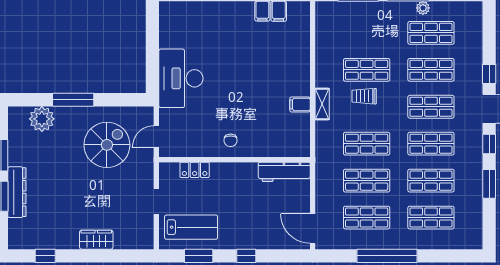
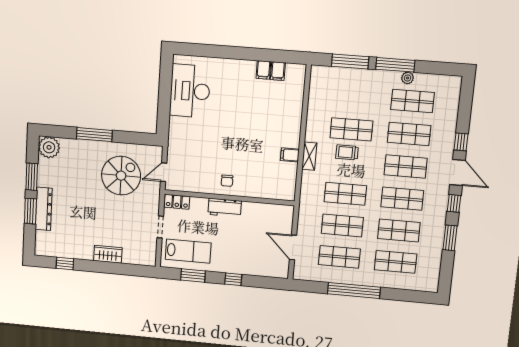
desk: (181, 78) -> (190, 91), moved
plant: (42, 119) -> (49, 147), moved
locker: (195, 170) -> (177, 202), moved
workbench: (284, 172) -> (225, 208), moved, width x0.73
door: (313, 229) -> (293, 247), moved

